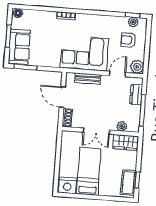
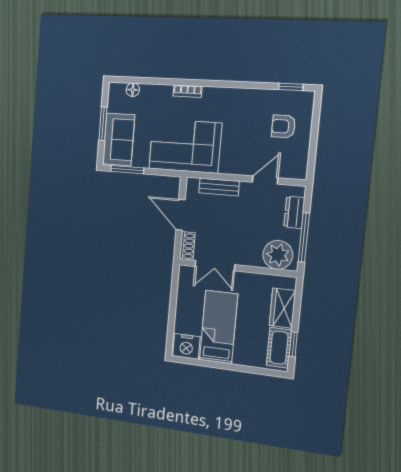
floor lamp: (18, 13) -> (133, 90), moved
plant: (133, 22) -> (292, 98), removed
corner sofa: (84, 53) -> (185, 146), moved
plant: (137, 67) -> (297, 169), removed
plant: (122, 126) -> (278, 255), width x1.87, depth x1.87
double door: (96, 131) -> (215, 266), moved
wardrobe: (126, 142) -> (282, 308), moved, turned 90

